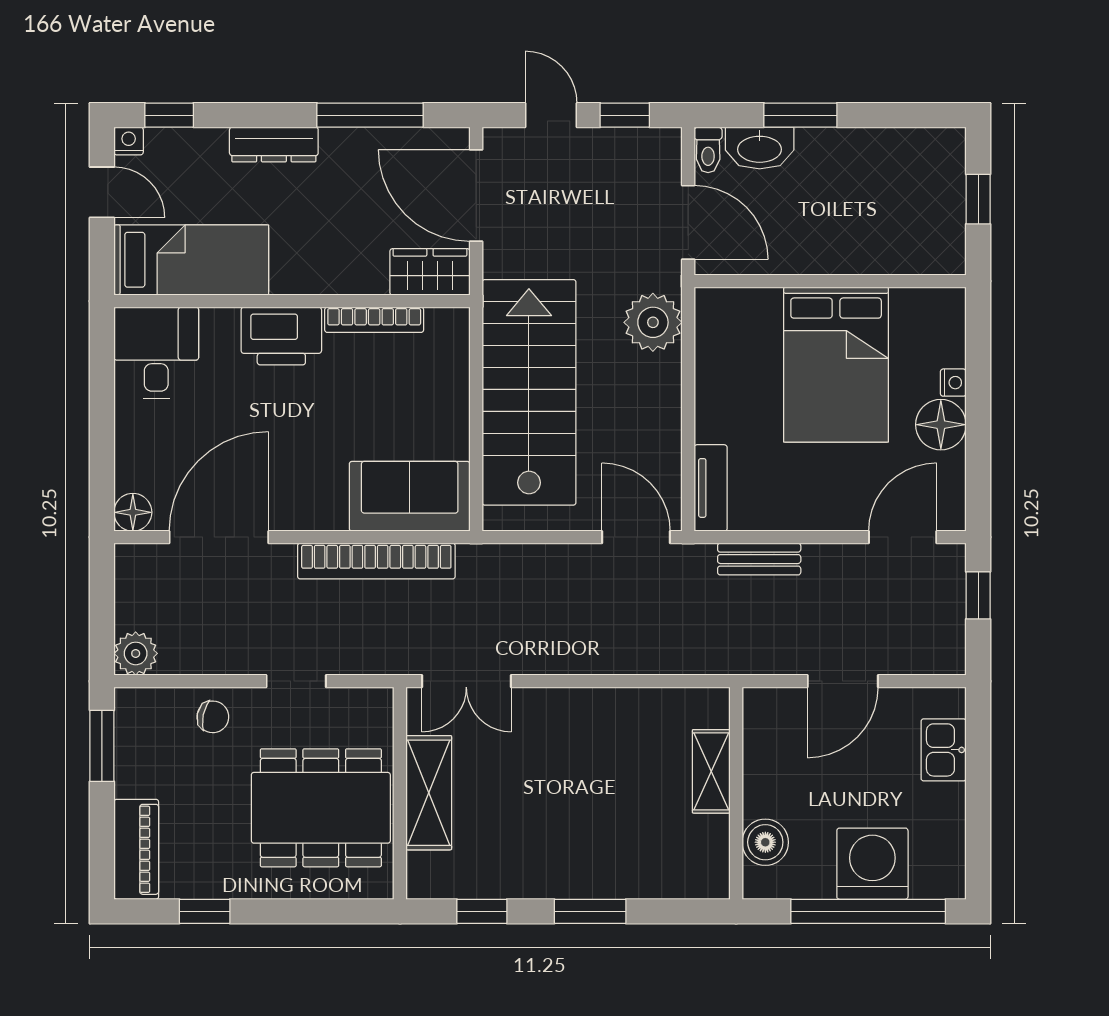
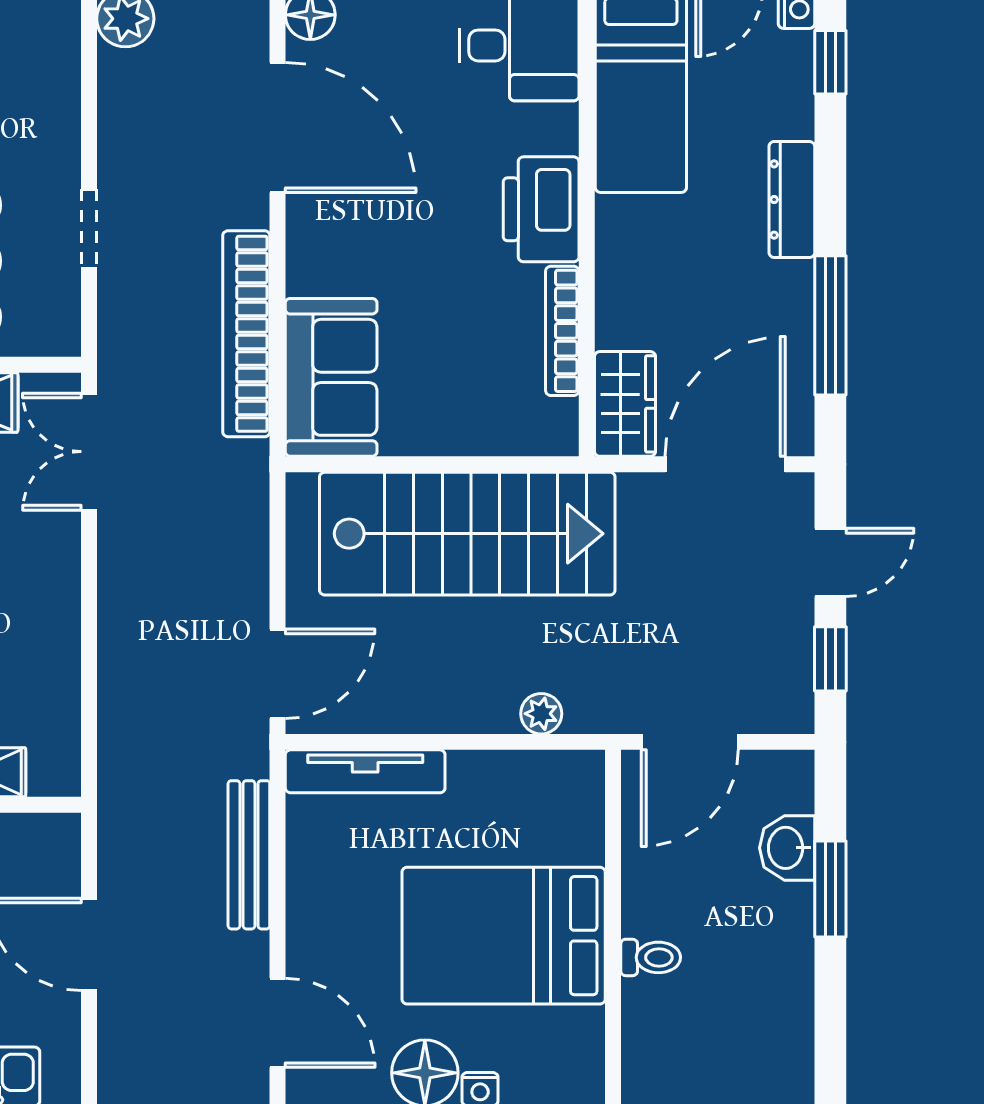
washbasin: (760, 148) -> (787, 848), width x0.72
toilet: (708, 150) -> (651, 957), moved, turned 180
plant: (653, 322) -> (541, 714), width x0.53, depth x0.53
tv unit: (711, 488) -> (365, 771), width x1.41
bench: (759, 559) -> (249, 855), width x1.36
chair: (213, 717) -> (42, 120), removed

